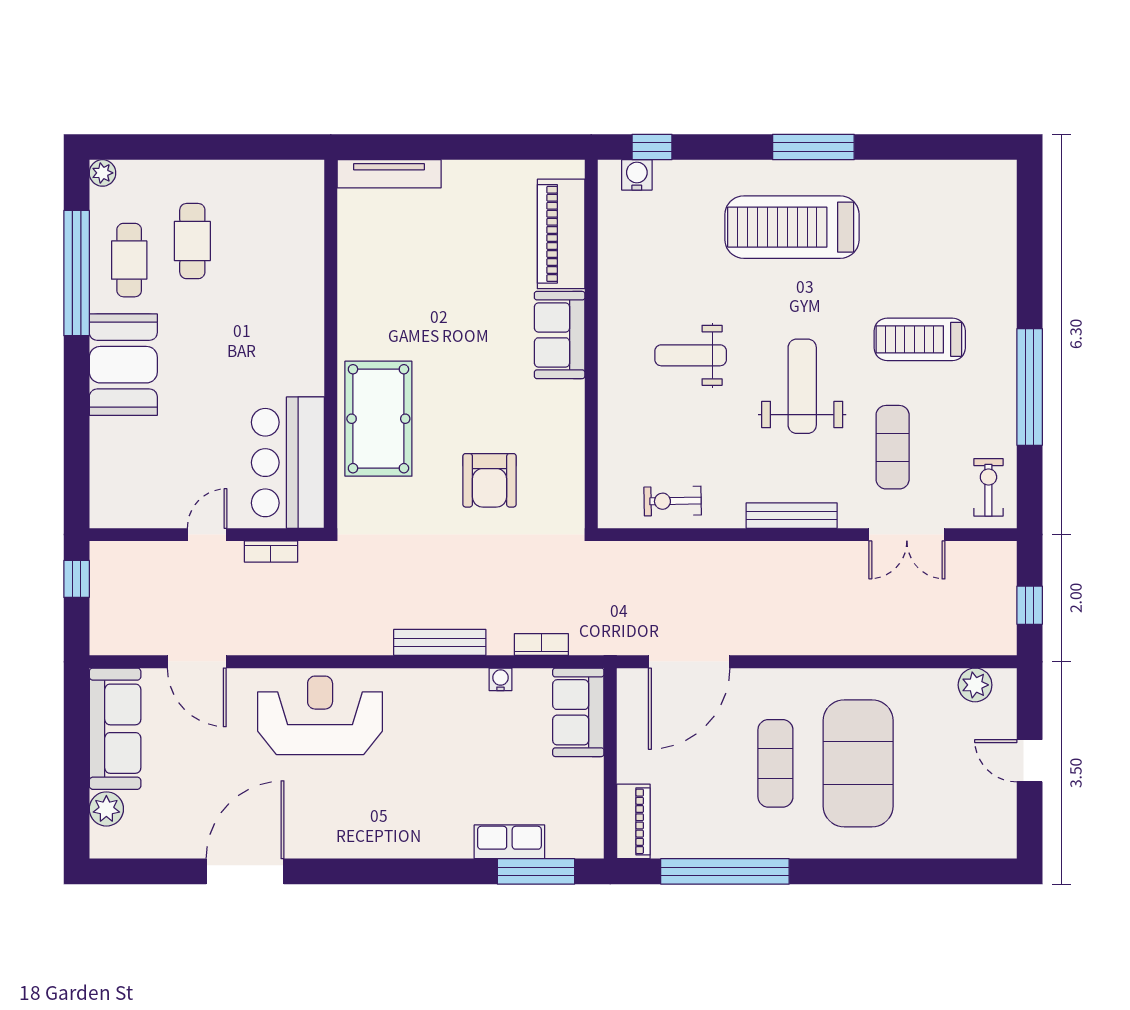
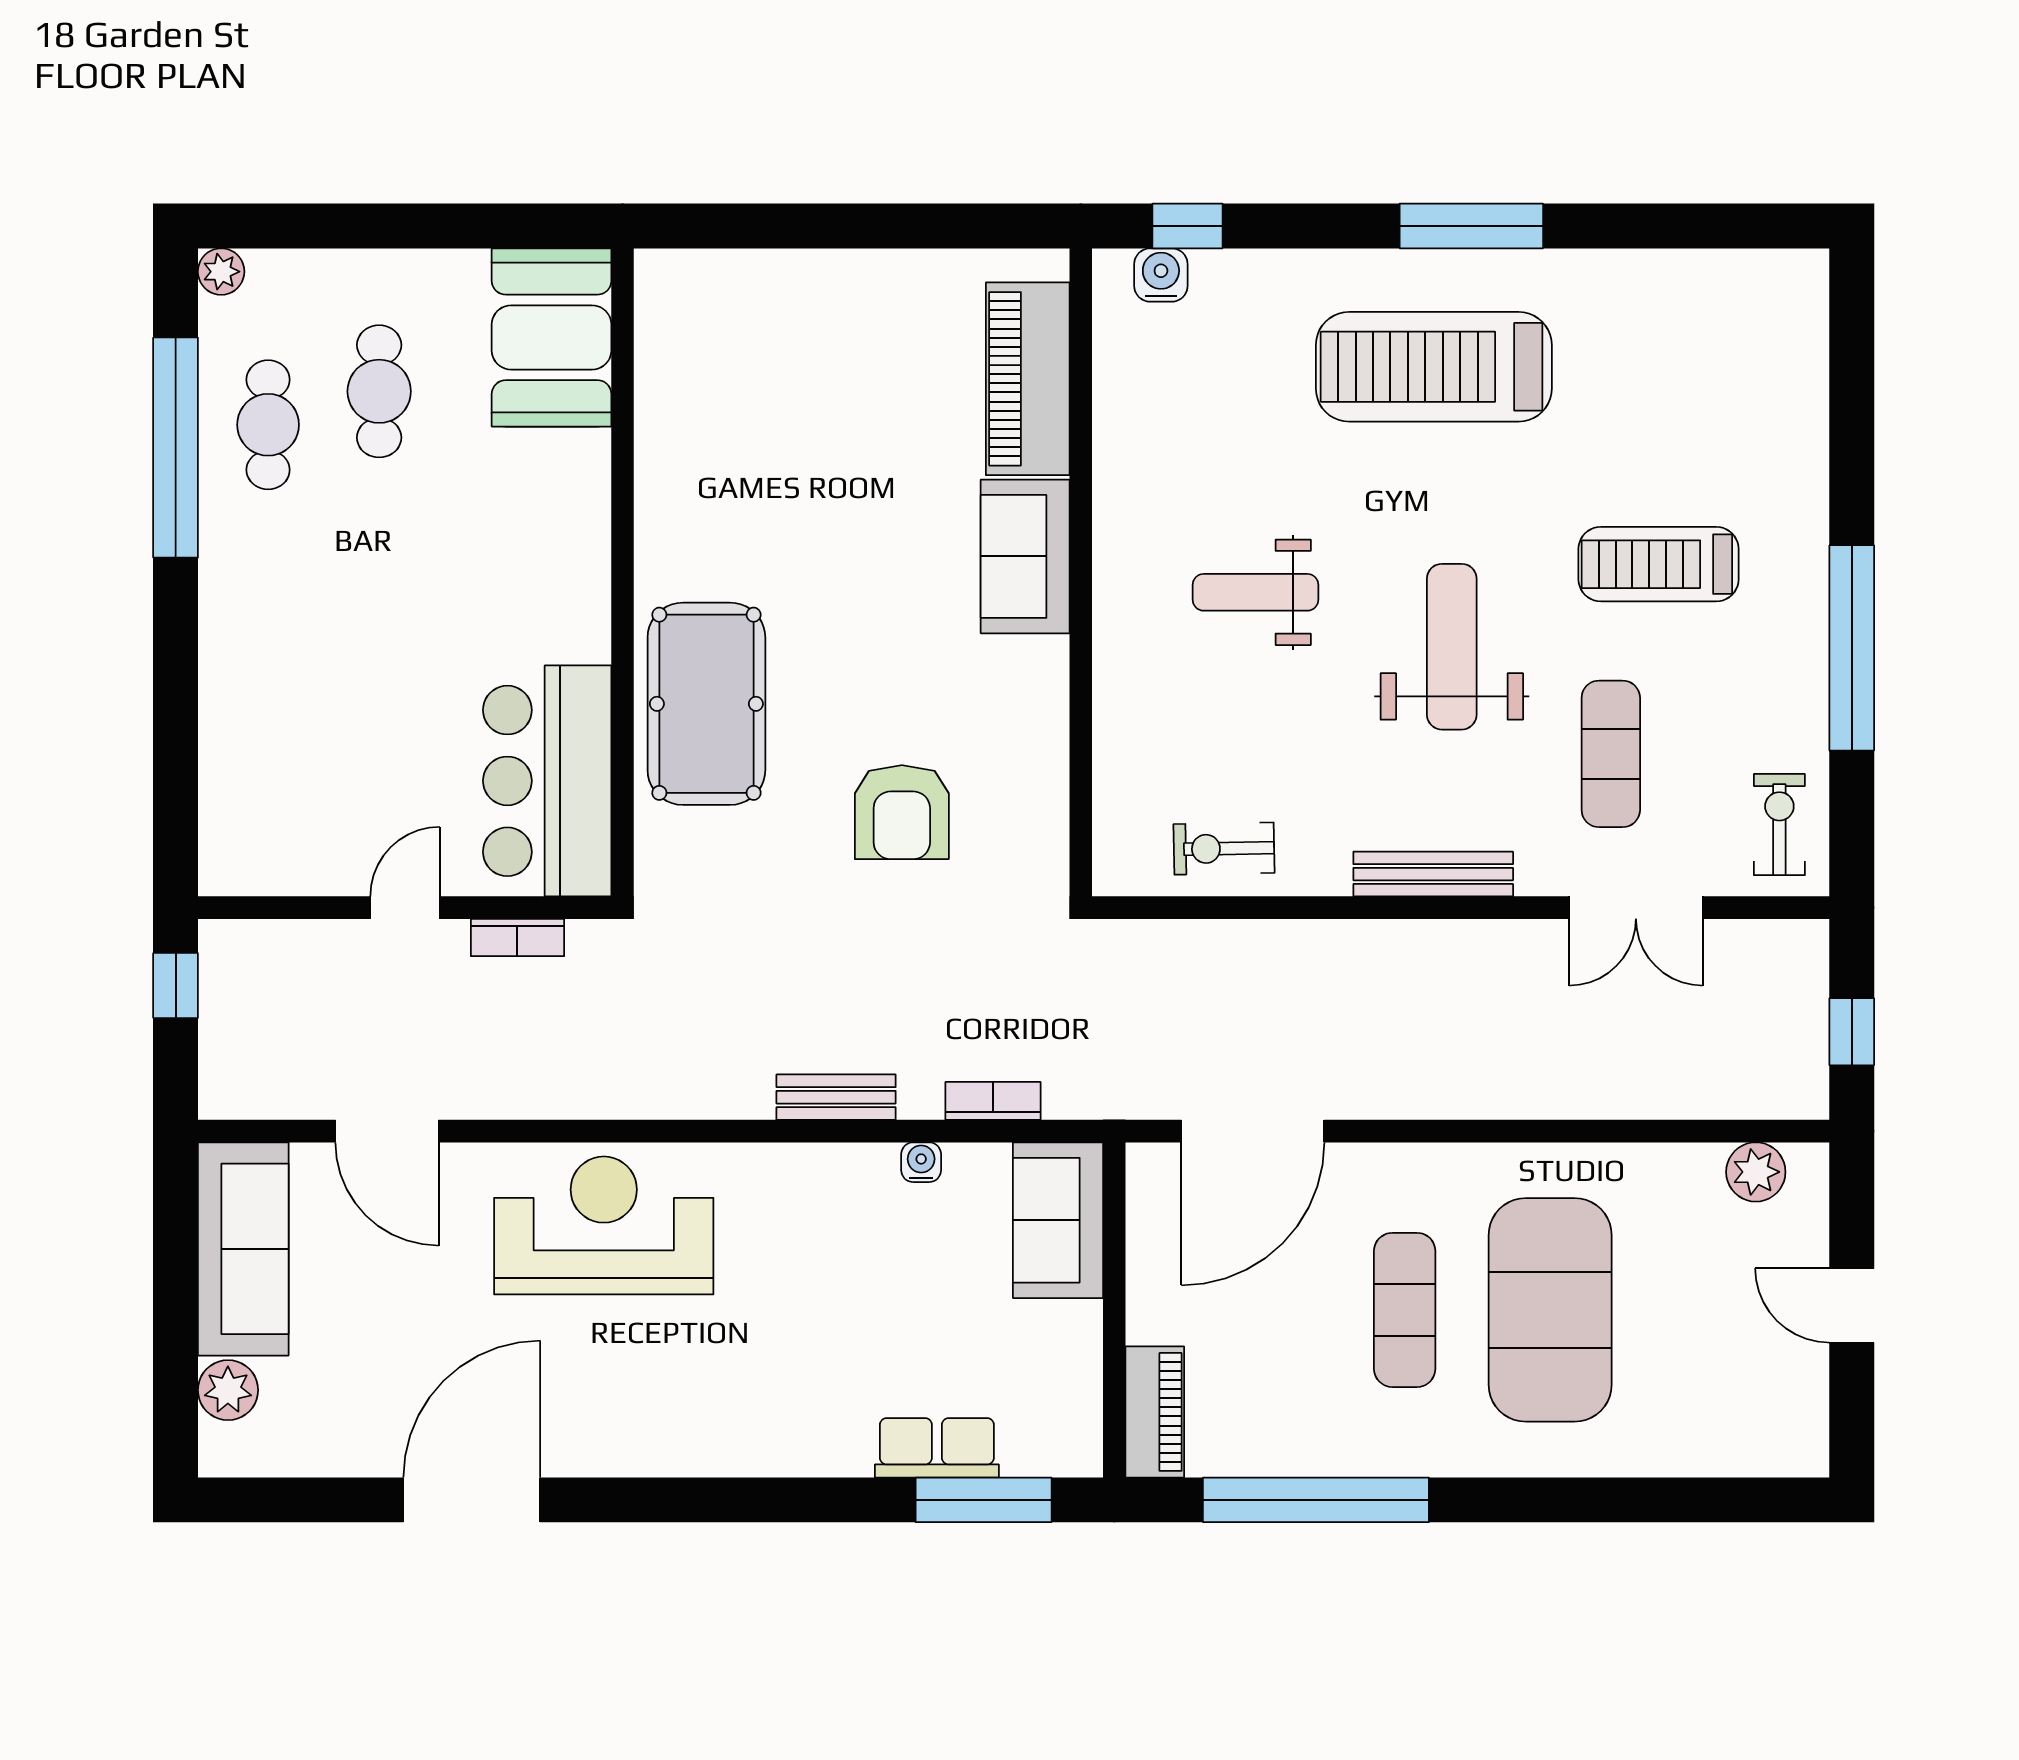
tv unit: (389, 174) -> (725, 273), removed
booth: (123, 365) -> (552, 337), moved
bench: (440, 642) -> (836, 1097), width x0.73

